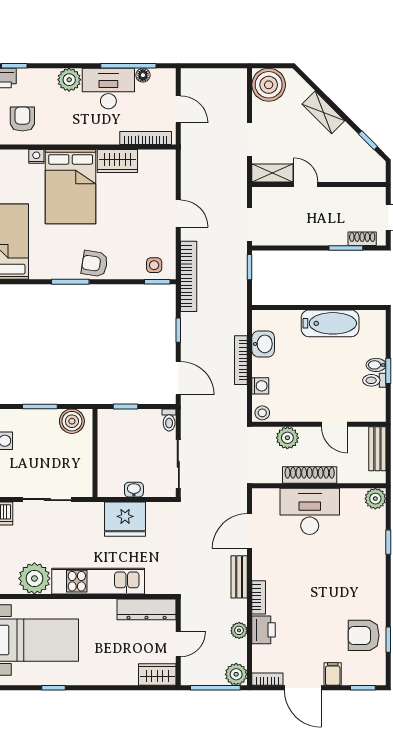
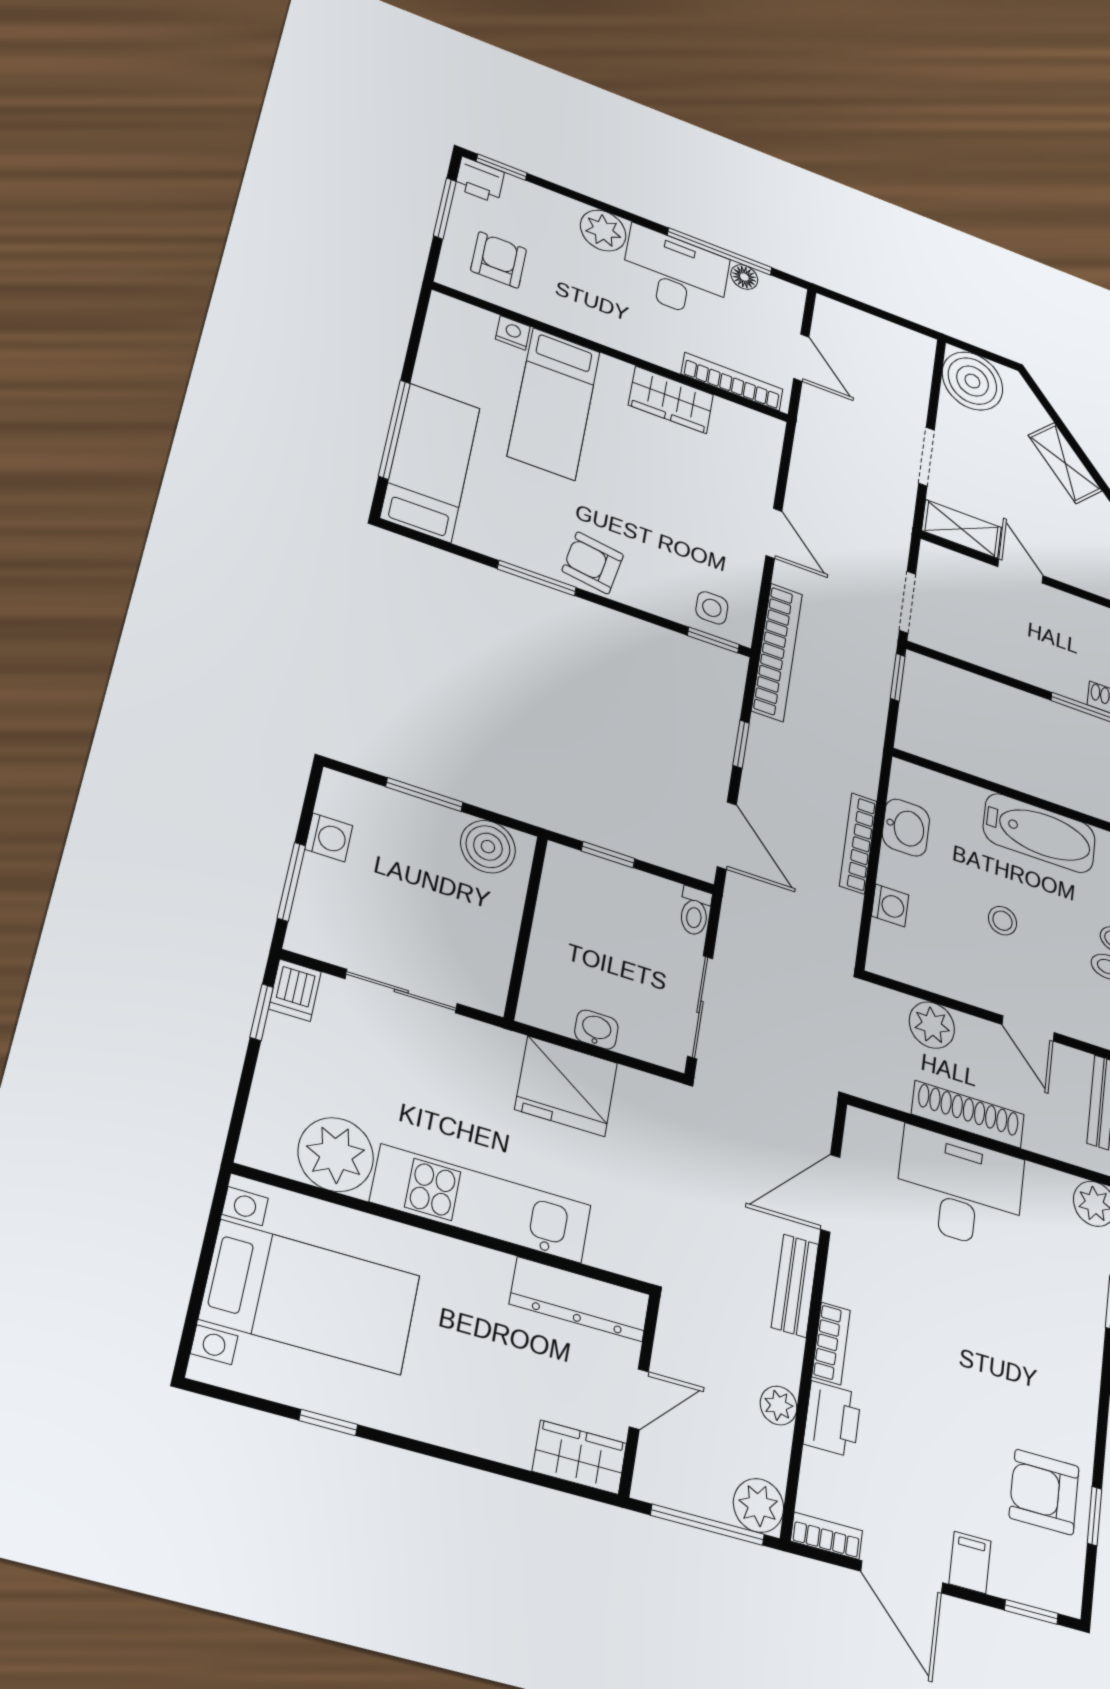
bed: (71, 187) -> (554, 404), width x0.67
stool: (262, 413) -> (1003, 921), moved

